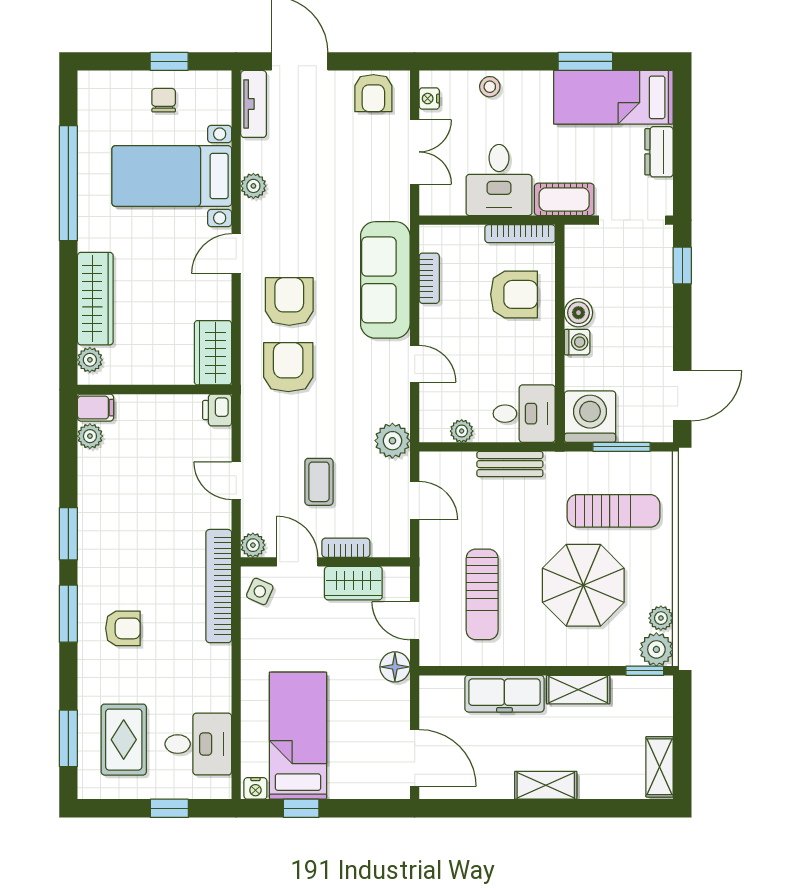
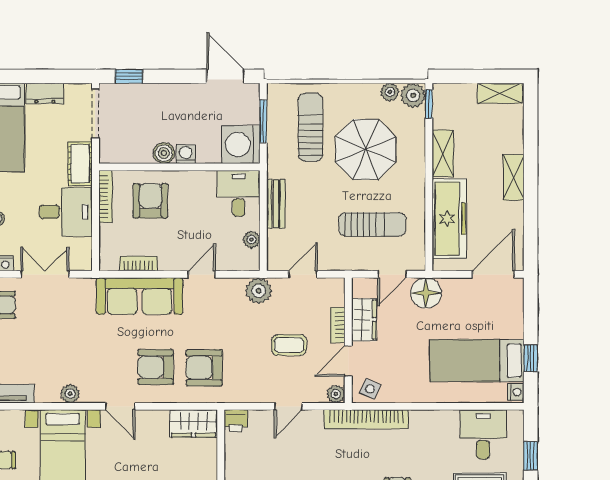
floor lamp: (395, 667) -> (426, 293), width x1.38, depth x1.38
freezer: (504, 694) -> (449, 219), width x1.36, depth x1.26

